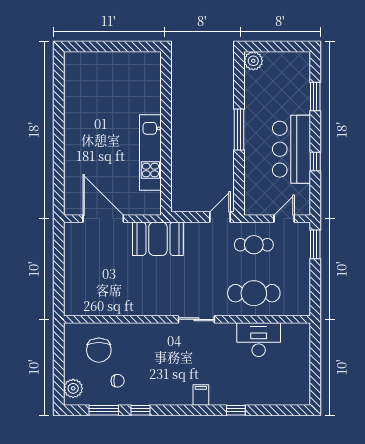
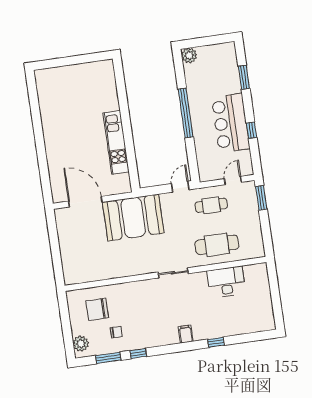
window: (239, 129) -> (186, 113), width x1.46
booth: (158, 239) -> (133, 218), width x1.36, depth x1.42
chair: (99, 350) -> (97, 309), turned 90

